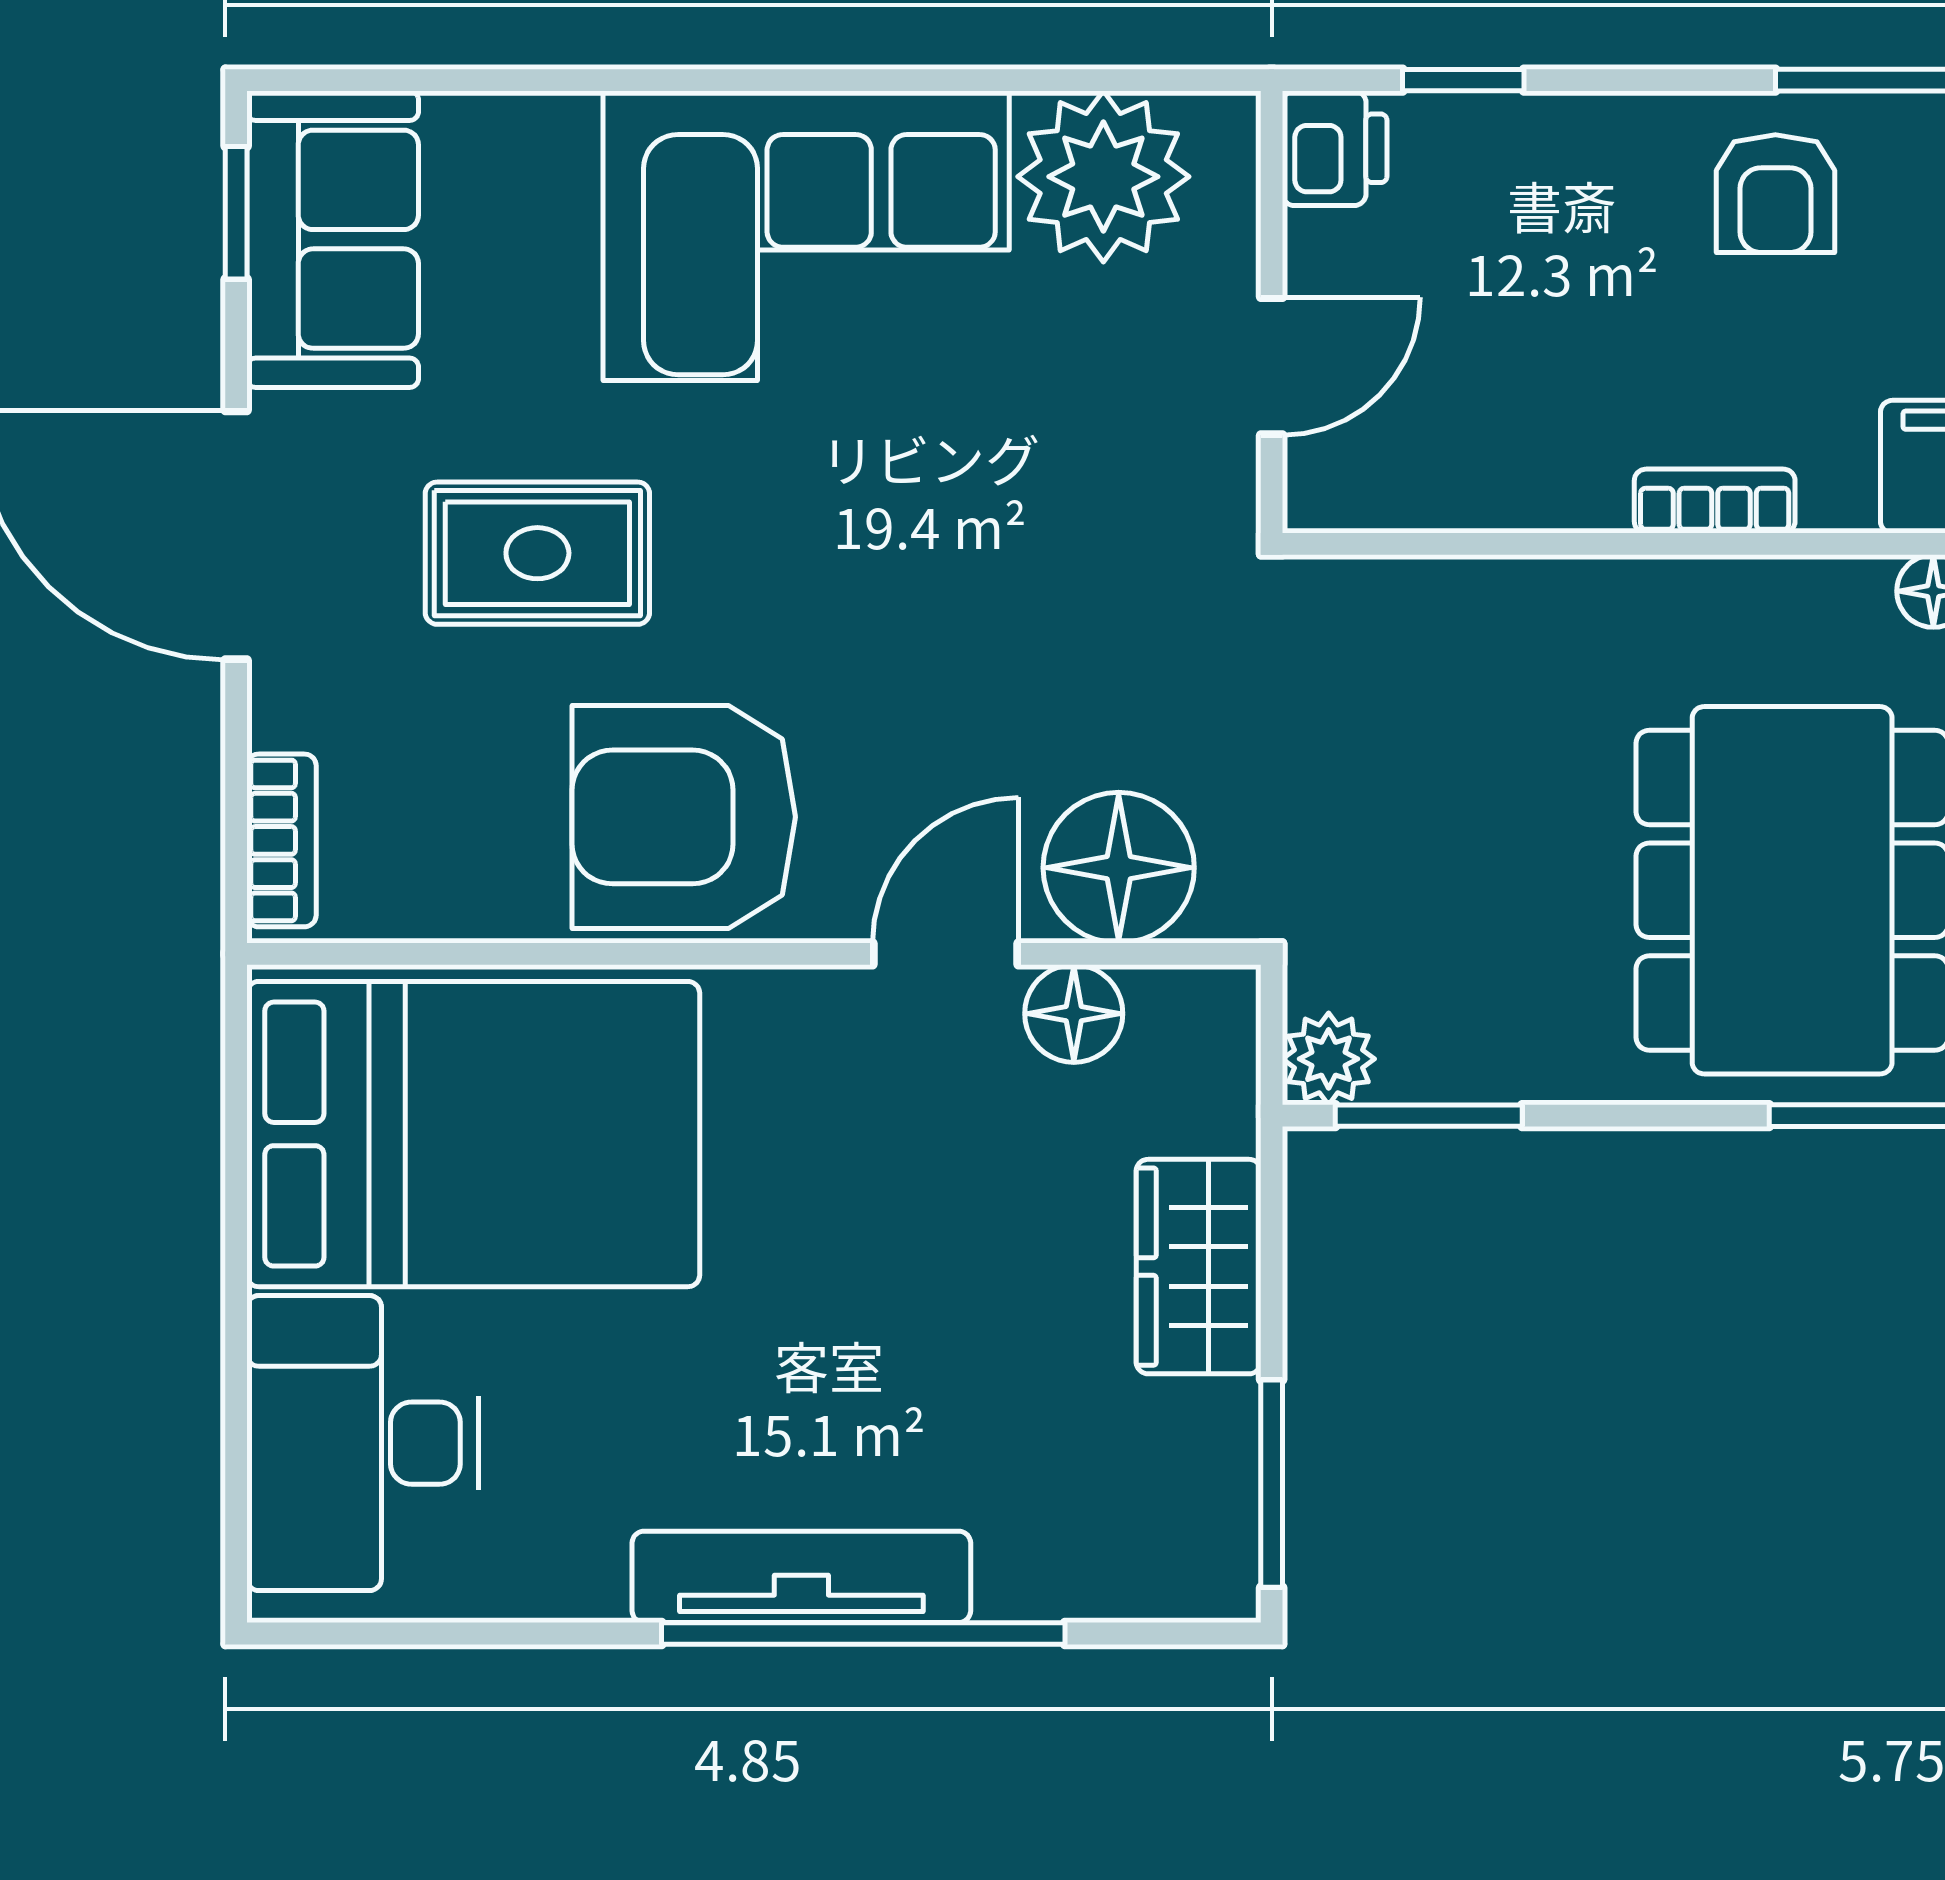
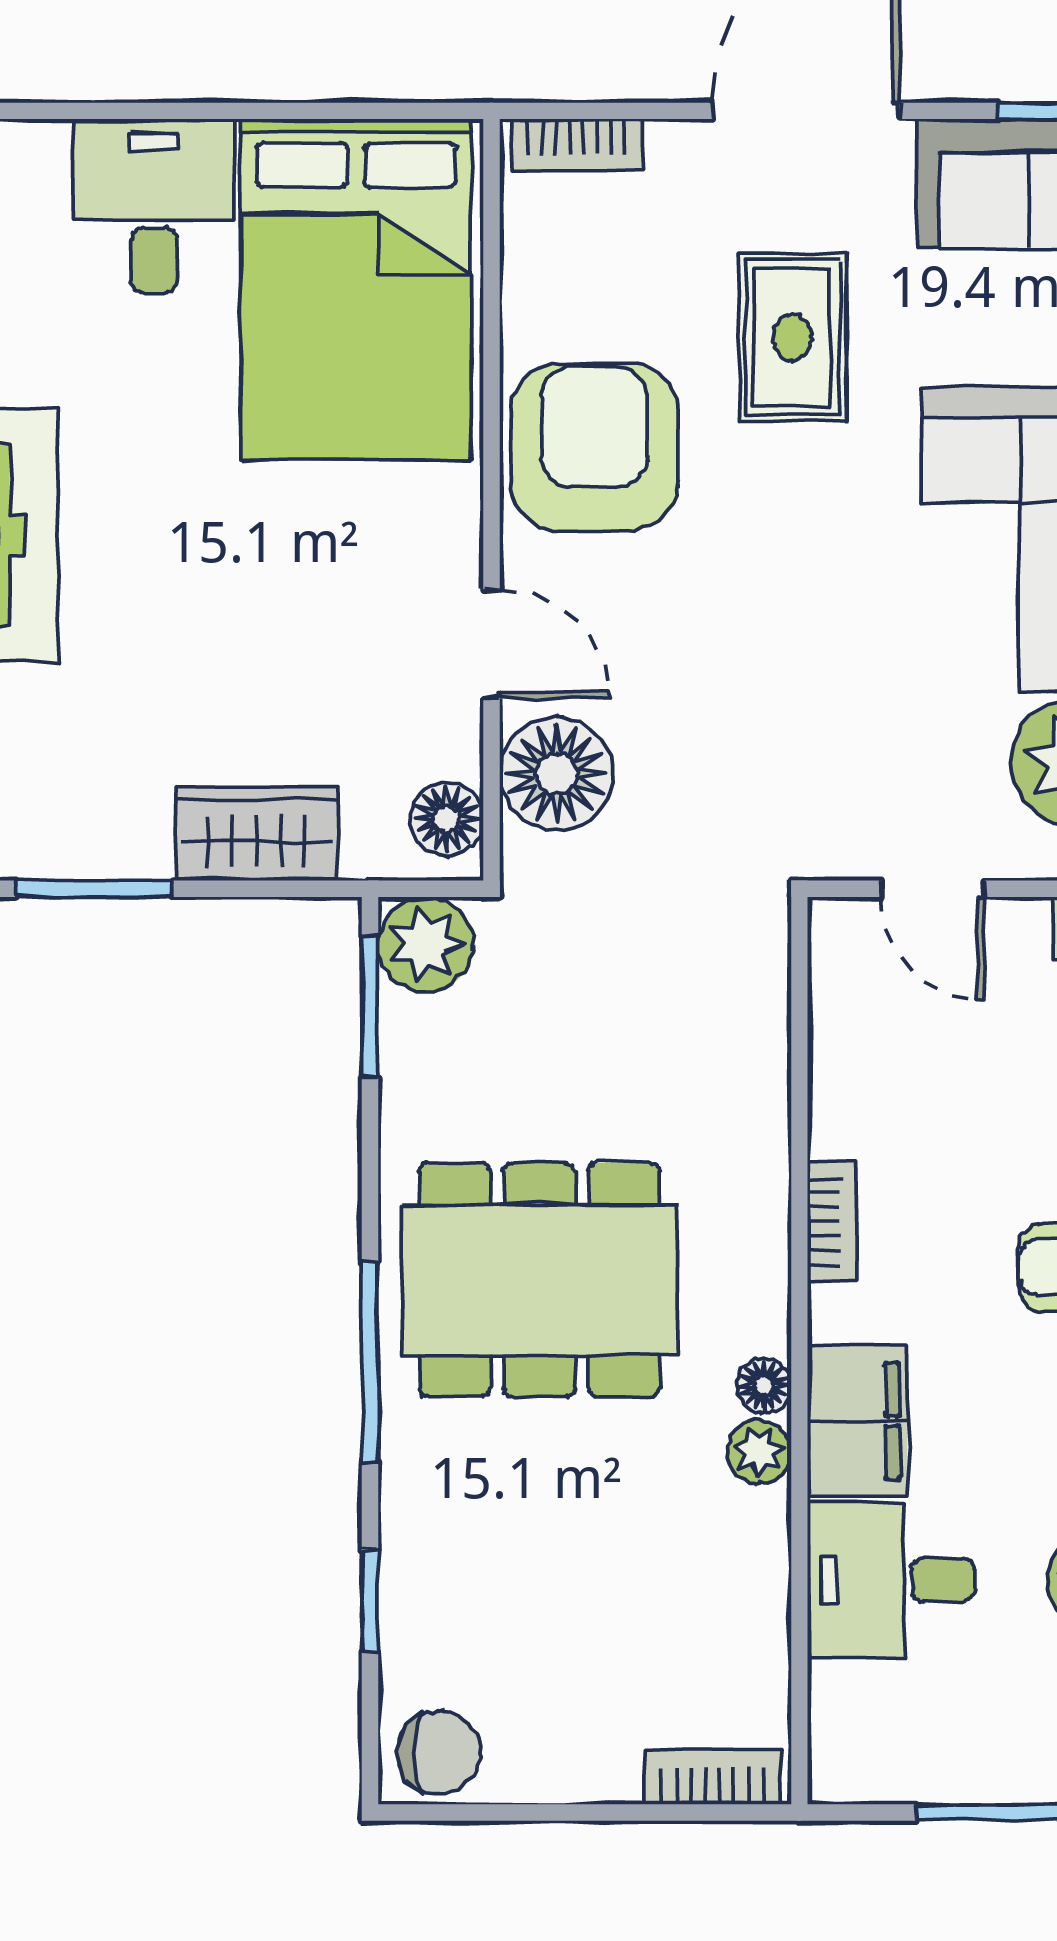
floor lamp: (1074, 1014) -> (447, 819), moved
plant: (1329, 1059) -> (426, 944), width x1.38, depth x1.38
desk: (363, 1443) -> (154, 206), width x0.73

